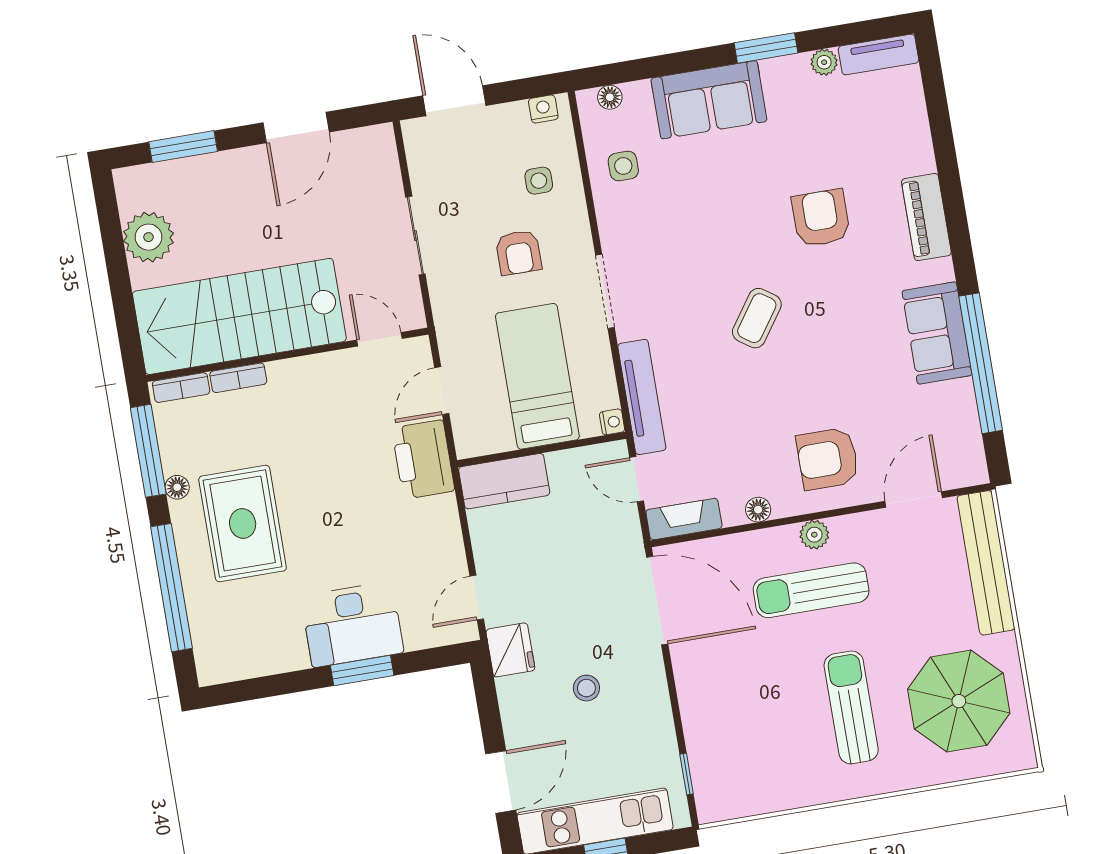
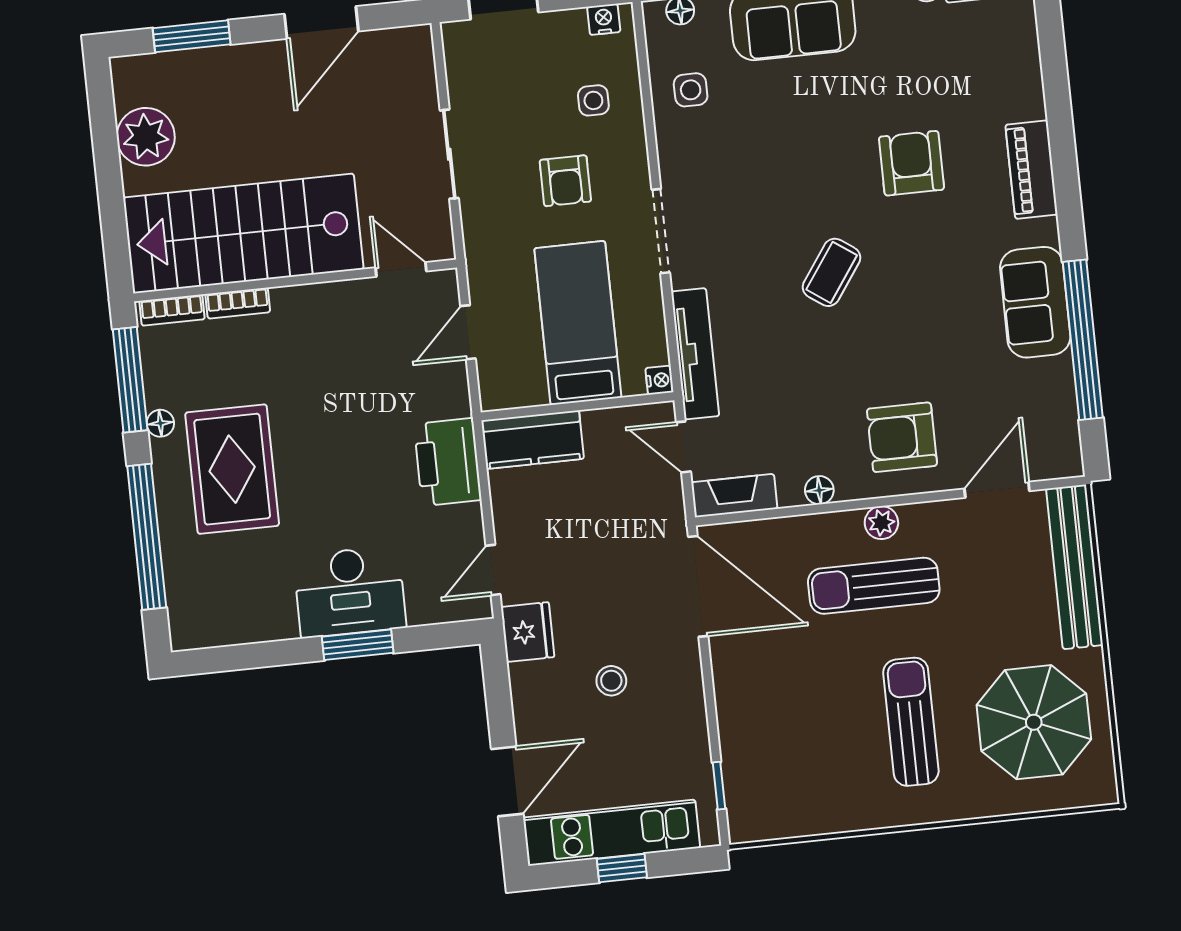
printer: (423, 459) -> (448, 462), moved

